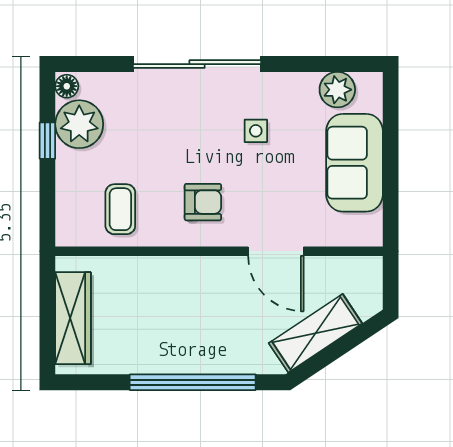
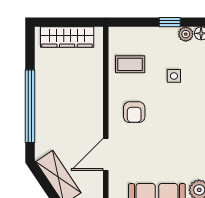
plant: (79, 124) -> (186, 34), width x0.53, depth x0.53
side table: (256, 131) -> (174, 76), moved

